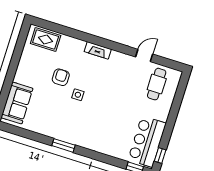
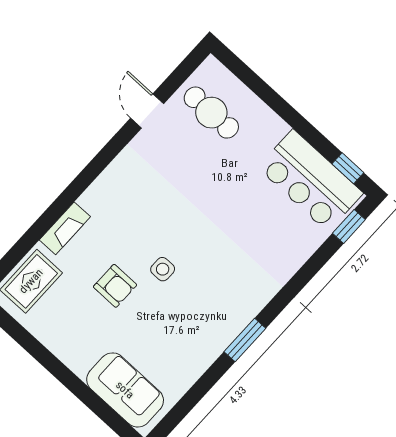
fireplace: (98, 50) -> (65, 228), moved
armchair: (61, 77) -> (115, 286), turned 180

